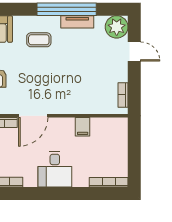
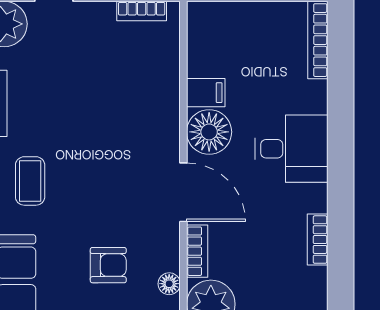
floor lamp: (63, 128) -> (209, 132), added

